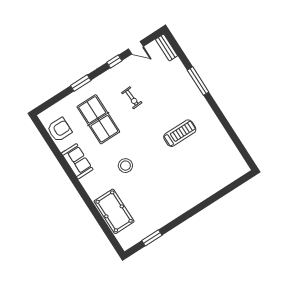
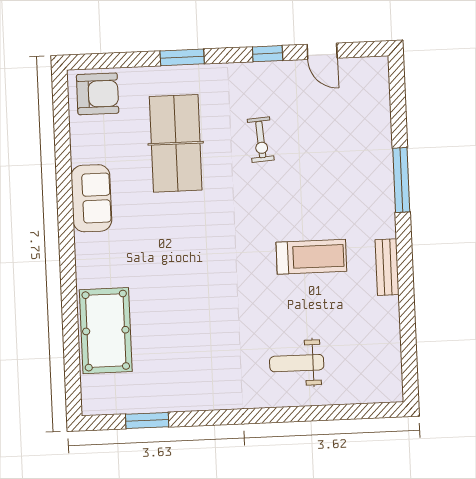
bench: (167, 48) -> (387, 267), moved
armchair: (59, 130) -> (98, 94), moved
stool: (125, 166) -> (176, 258), removed
weight bench: (199, 180) -> (297, 363), added

